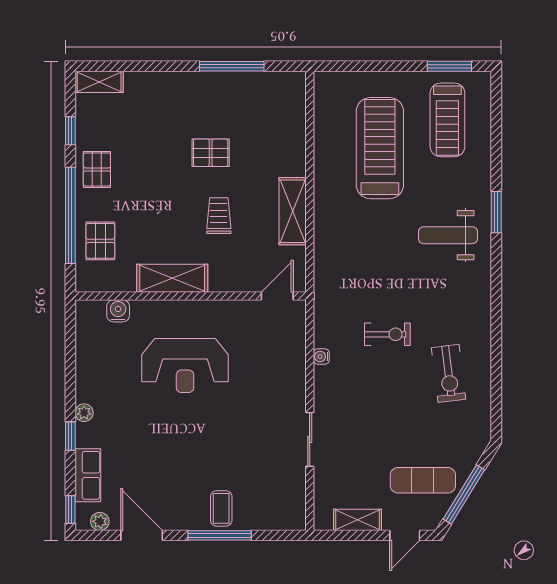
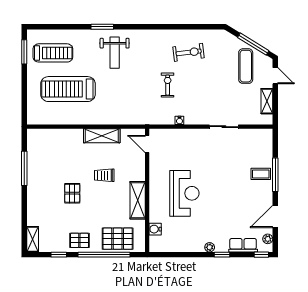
pallet: (211, 153) -> (72, 193), moved
pallet: (100, 241) -> (118, 239), width x1.50, depth x1.42

